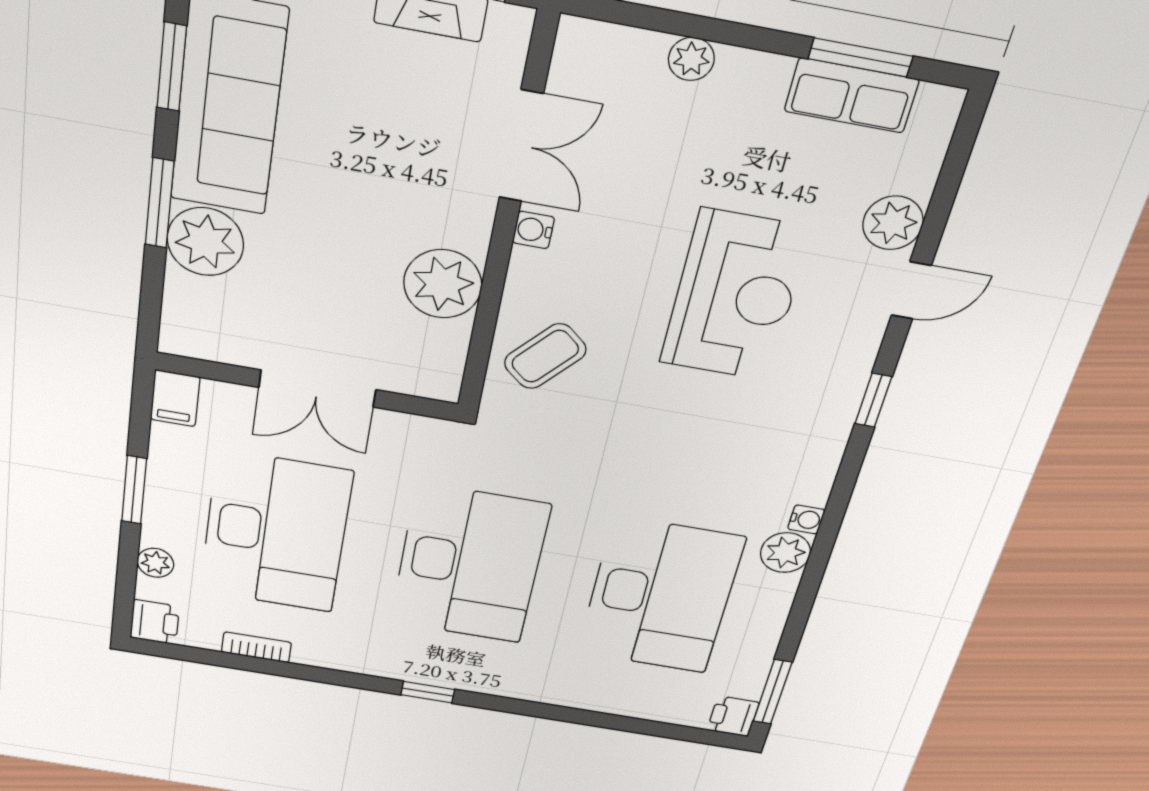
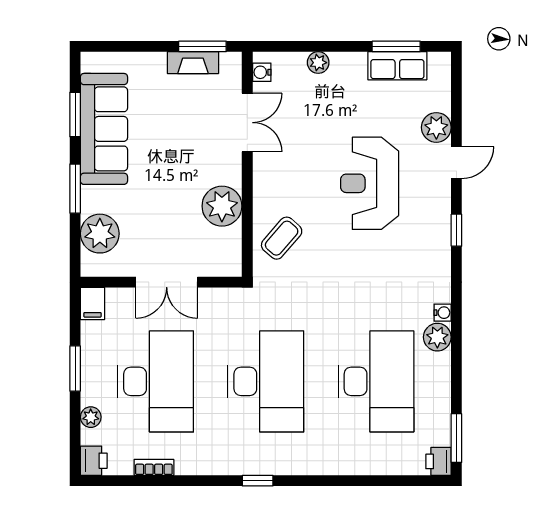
water cooler: (533, 230) -> (262, 72), moved
plant: (205, 242) -> (100, 234), moved
reception desk: (735, 296) -> (370, 183), turned 180

